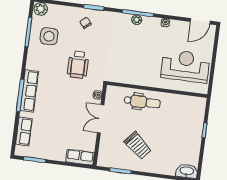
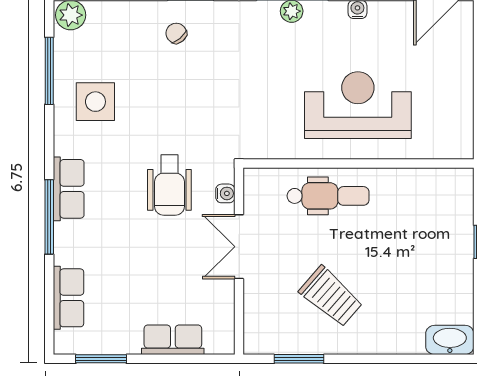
side table: (49, 36) -> (95, 102), moved
wheelchair: (78, 65) -> (169, 185), moved
reception desk: (185, 66) -> (358, 105), moved
row of seats: (29, 91) -> (69, 189), width x0.68
row of seats: (80, 157) -> (173, 340), moved

